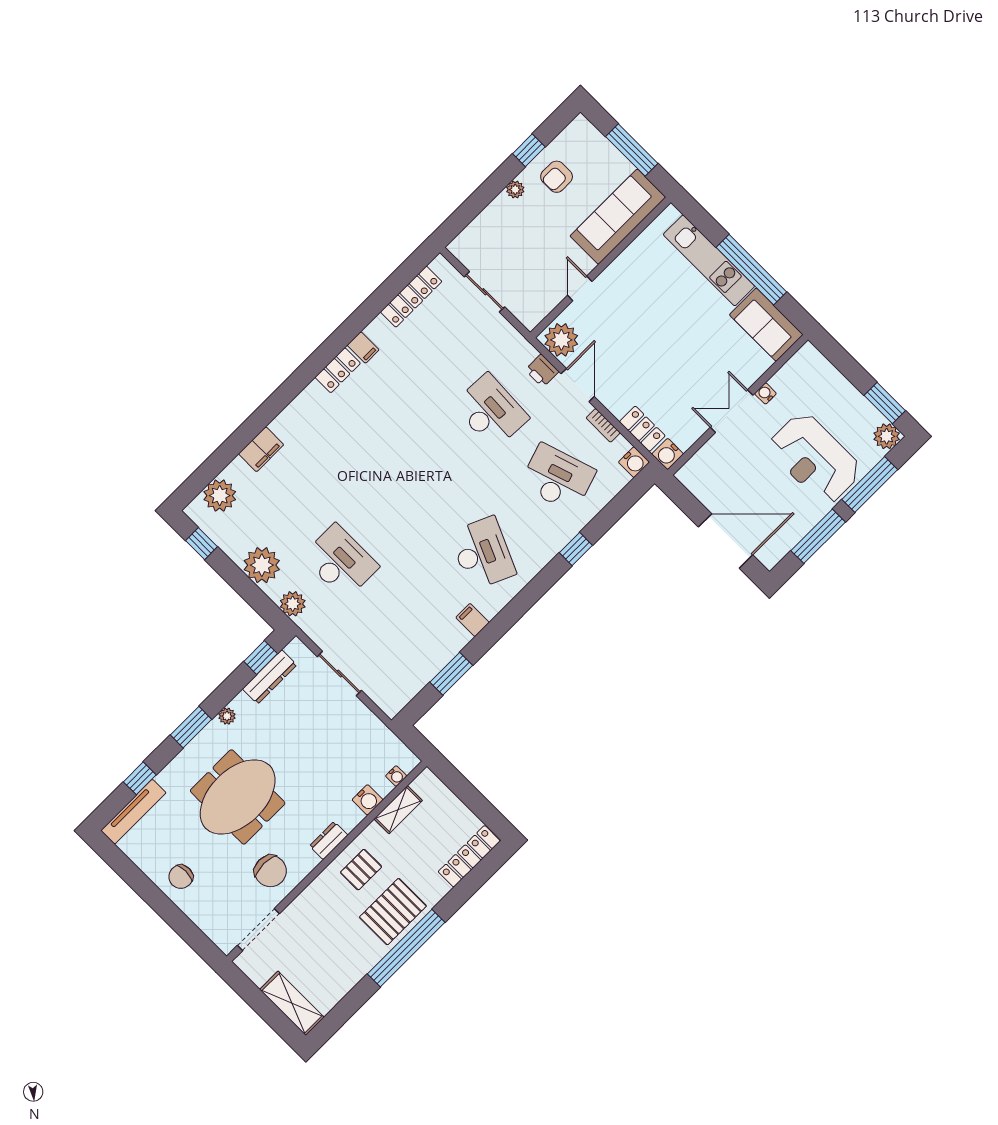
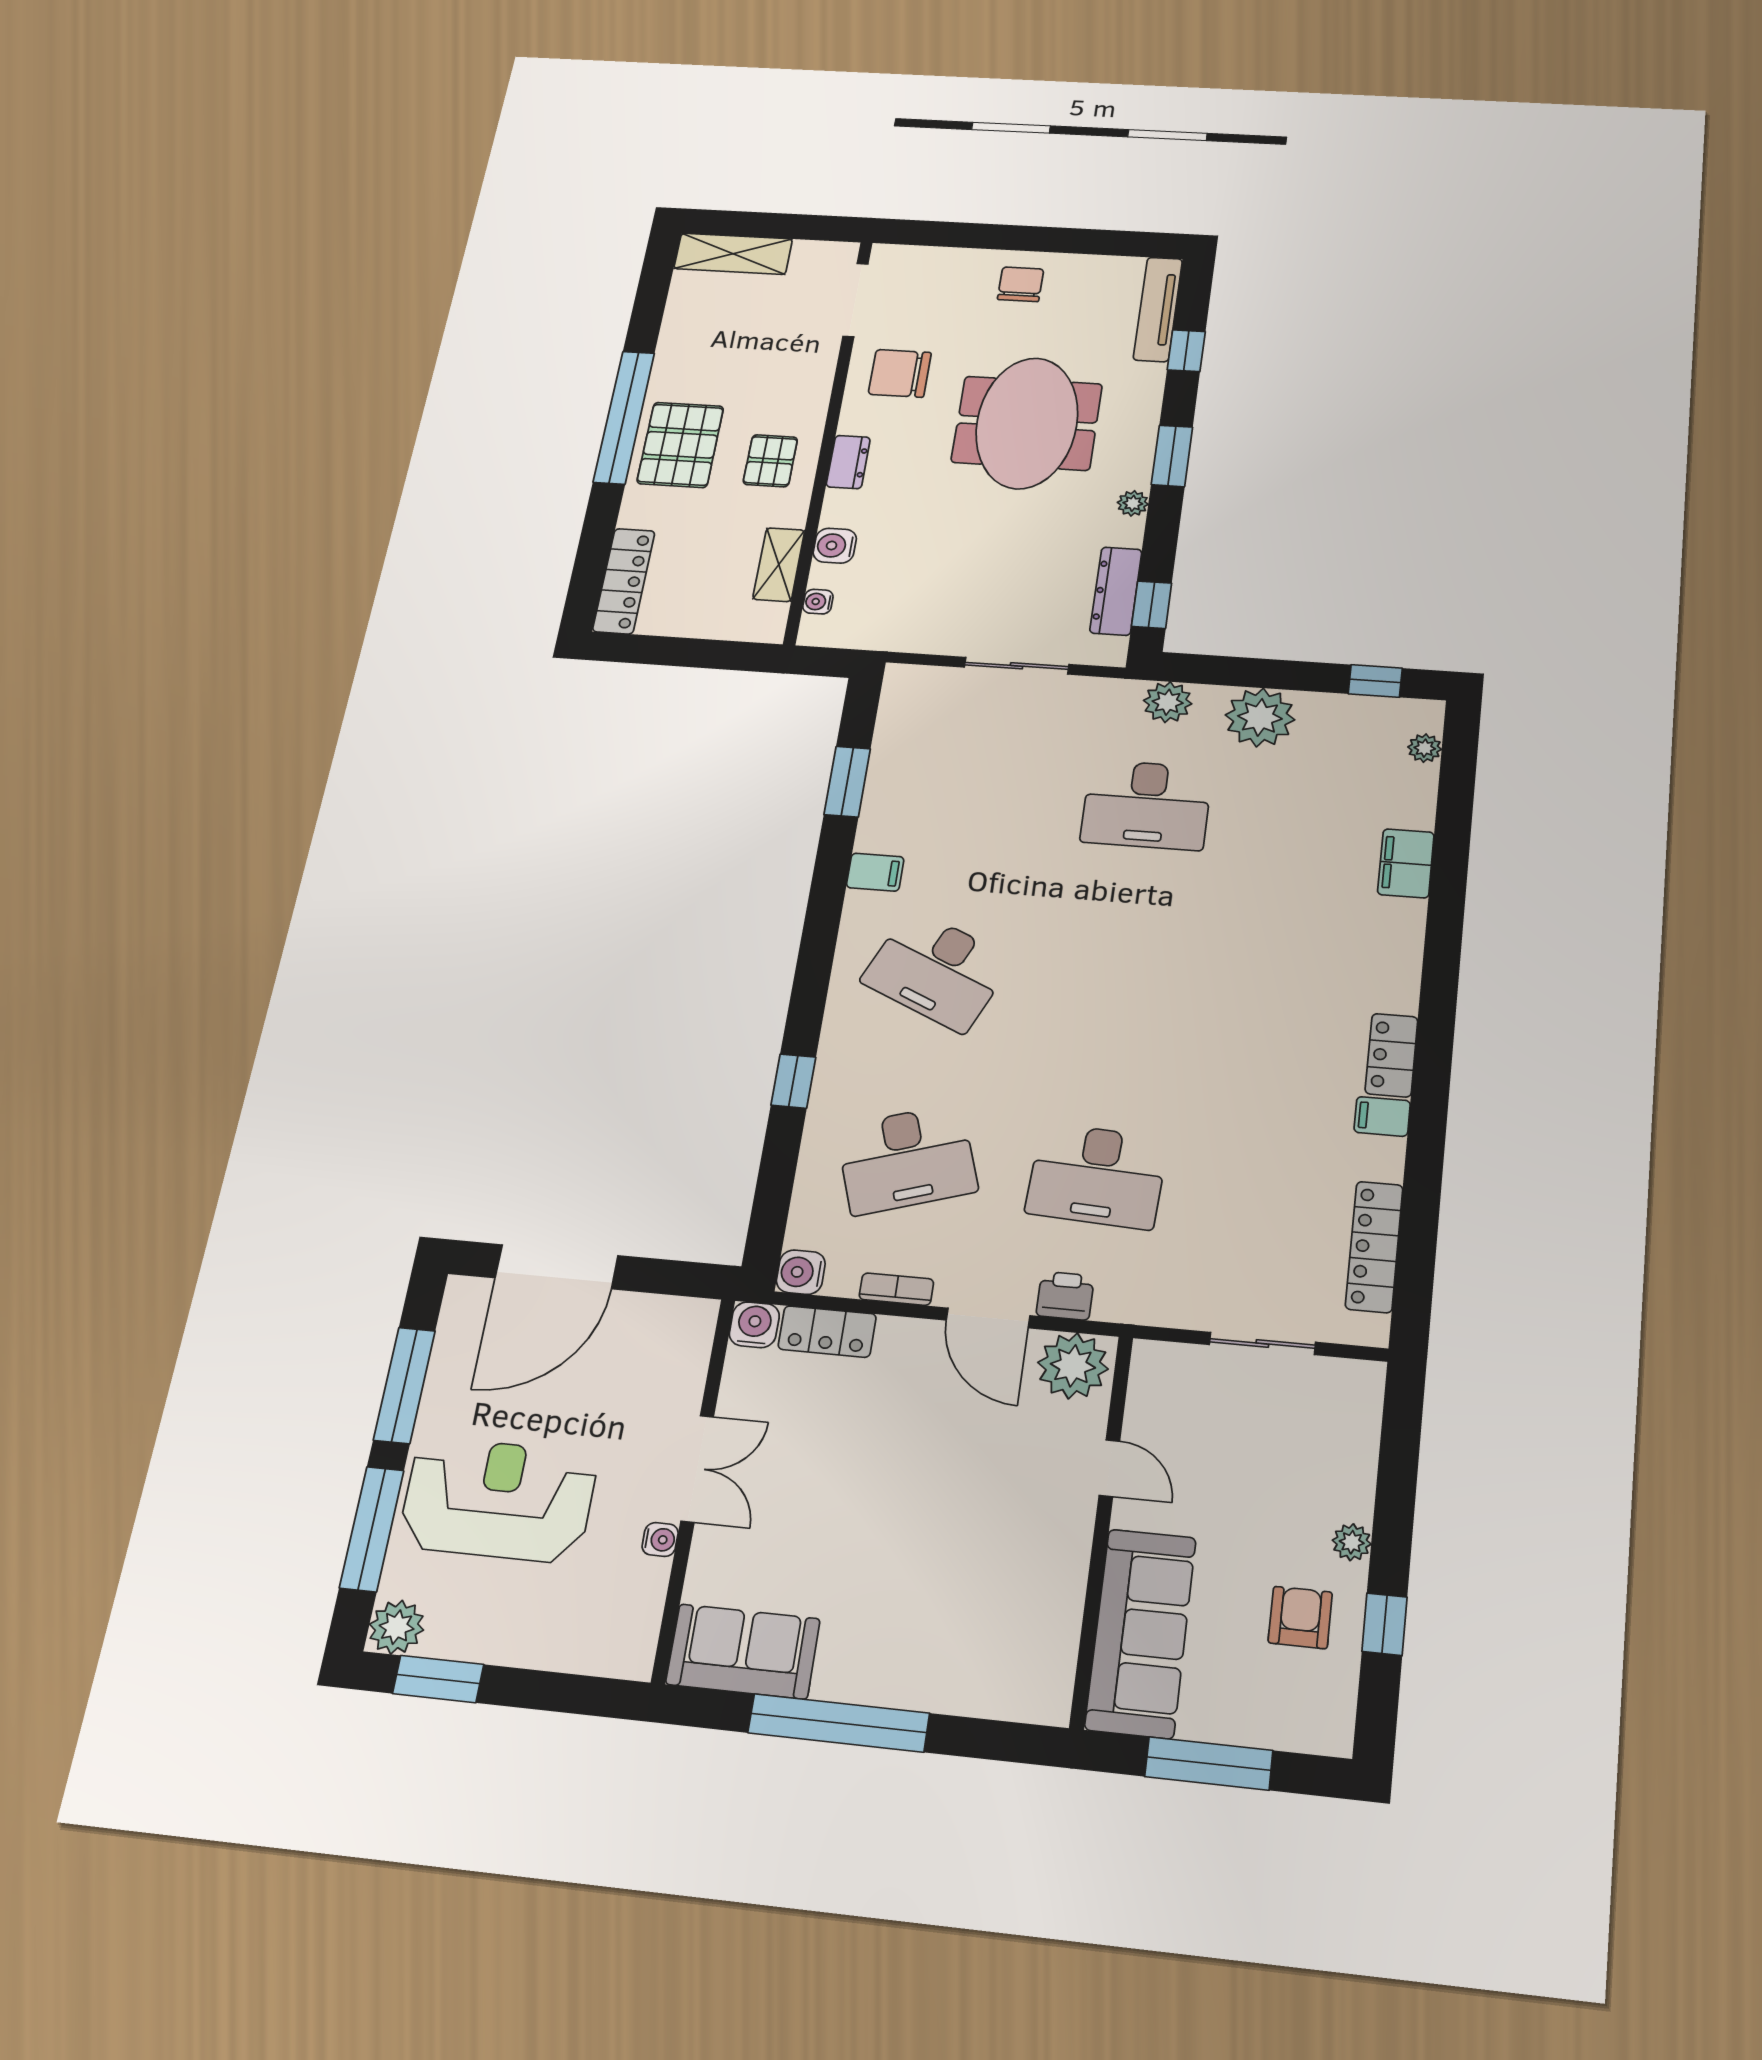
kitchen unit: (709, 260) -> (925, 1682), removed
plant: (220, 496) -> (1425, 748), width x0.53, depth x0.53

